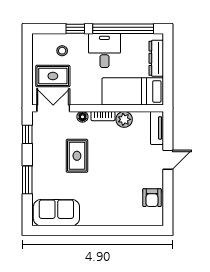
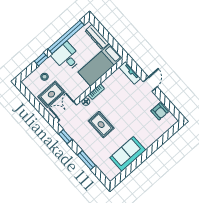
plant: (124, 119) -> (109, 84), removed
sofa: (56, 213) -> (128, 154), moved

